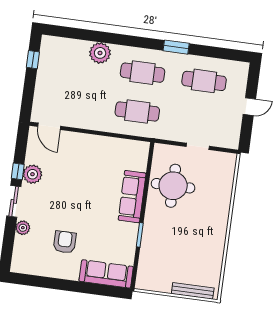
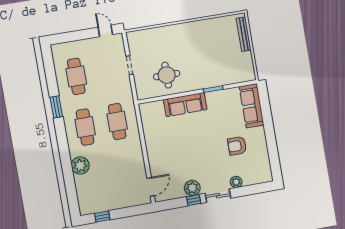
door: (249, 107) -> (105, 31), moved
round table: (173, 186) -> (167, 75), width x0.73, depth x0.73

